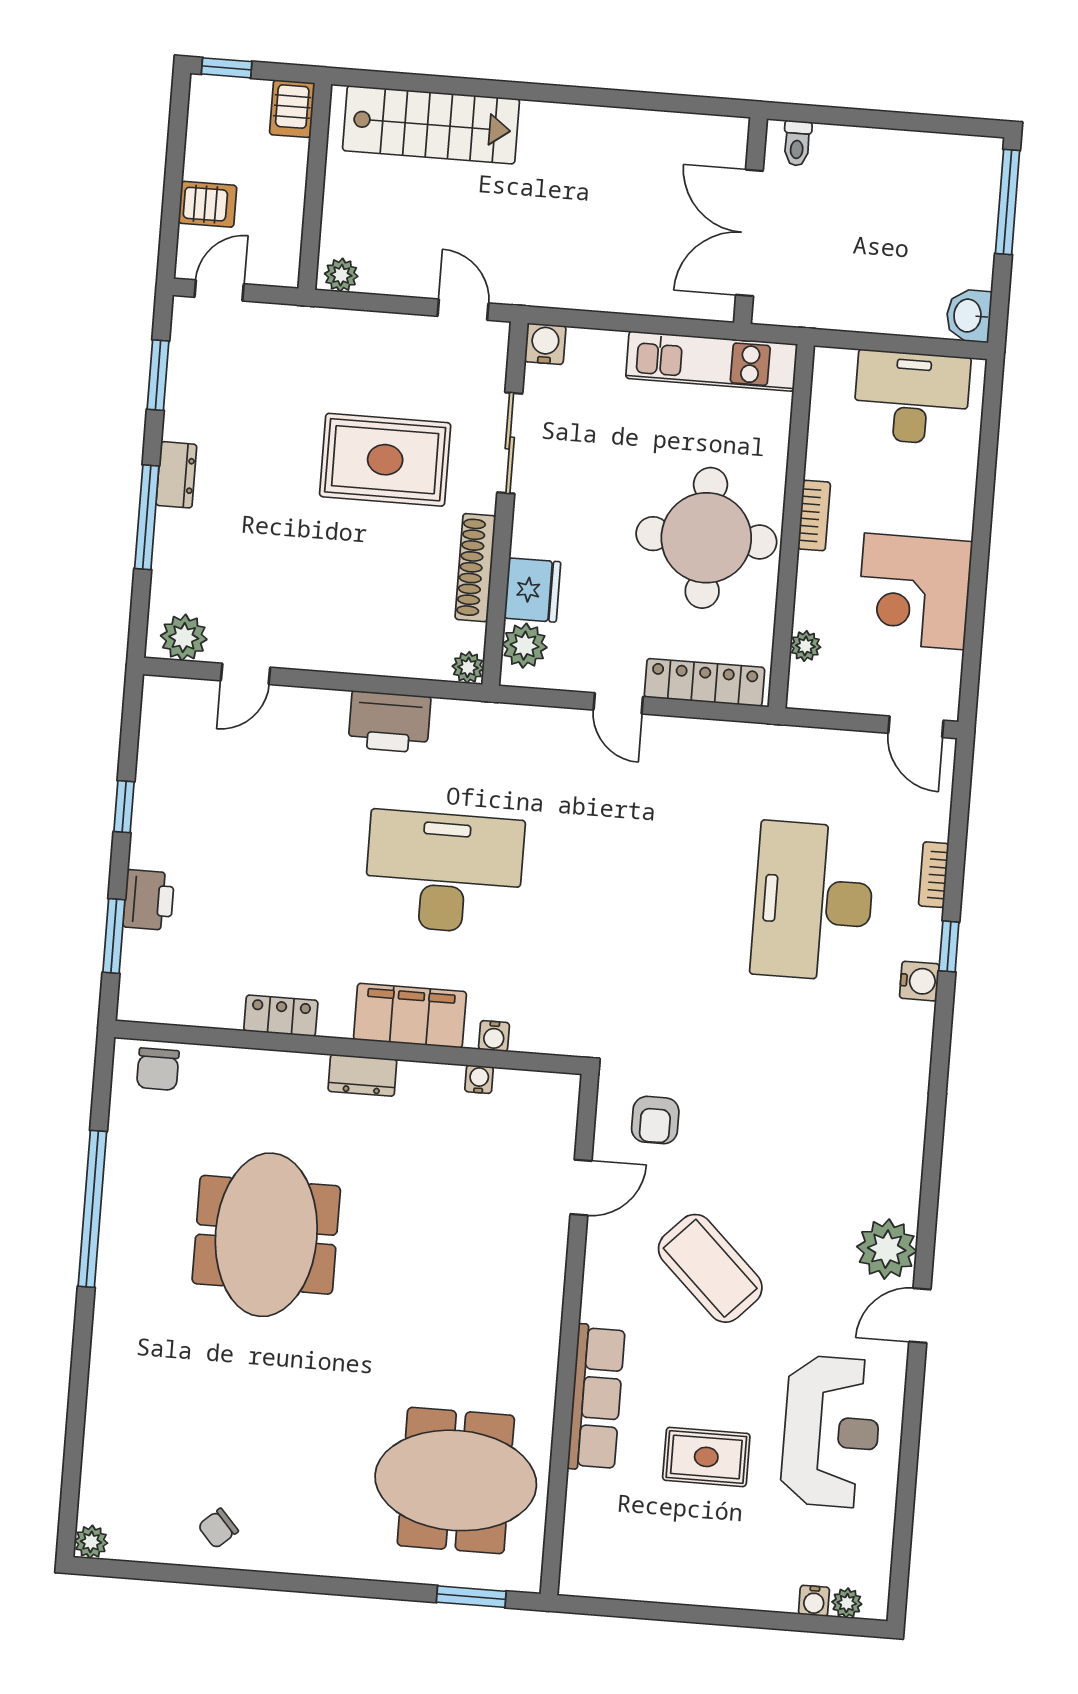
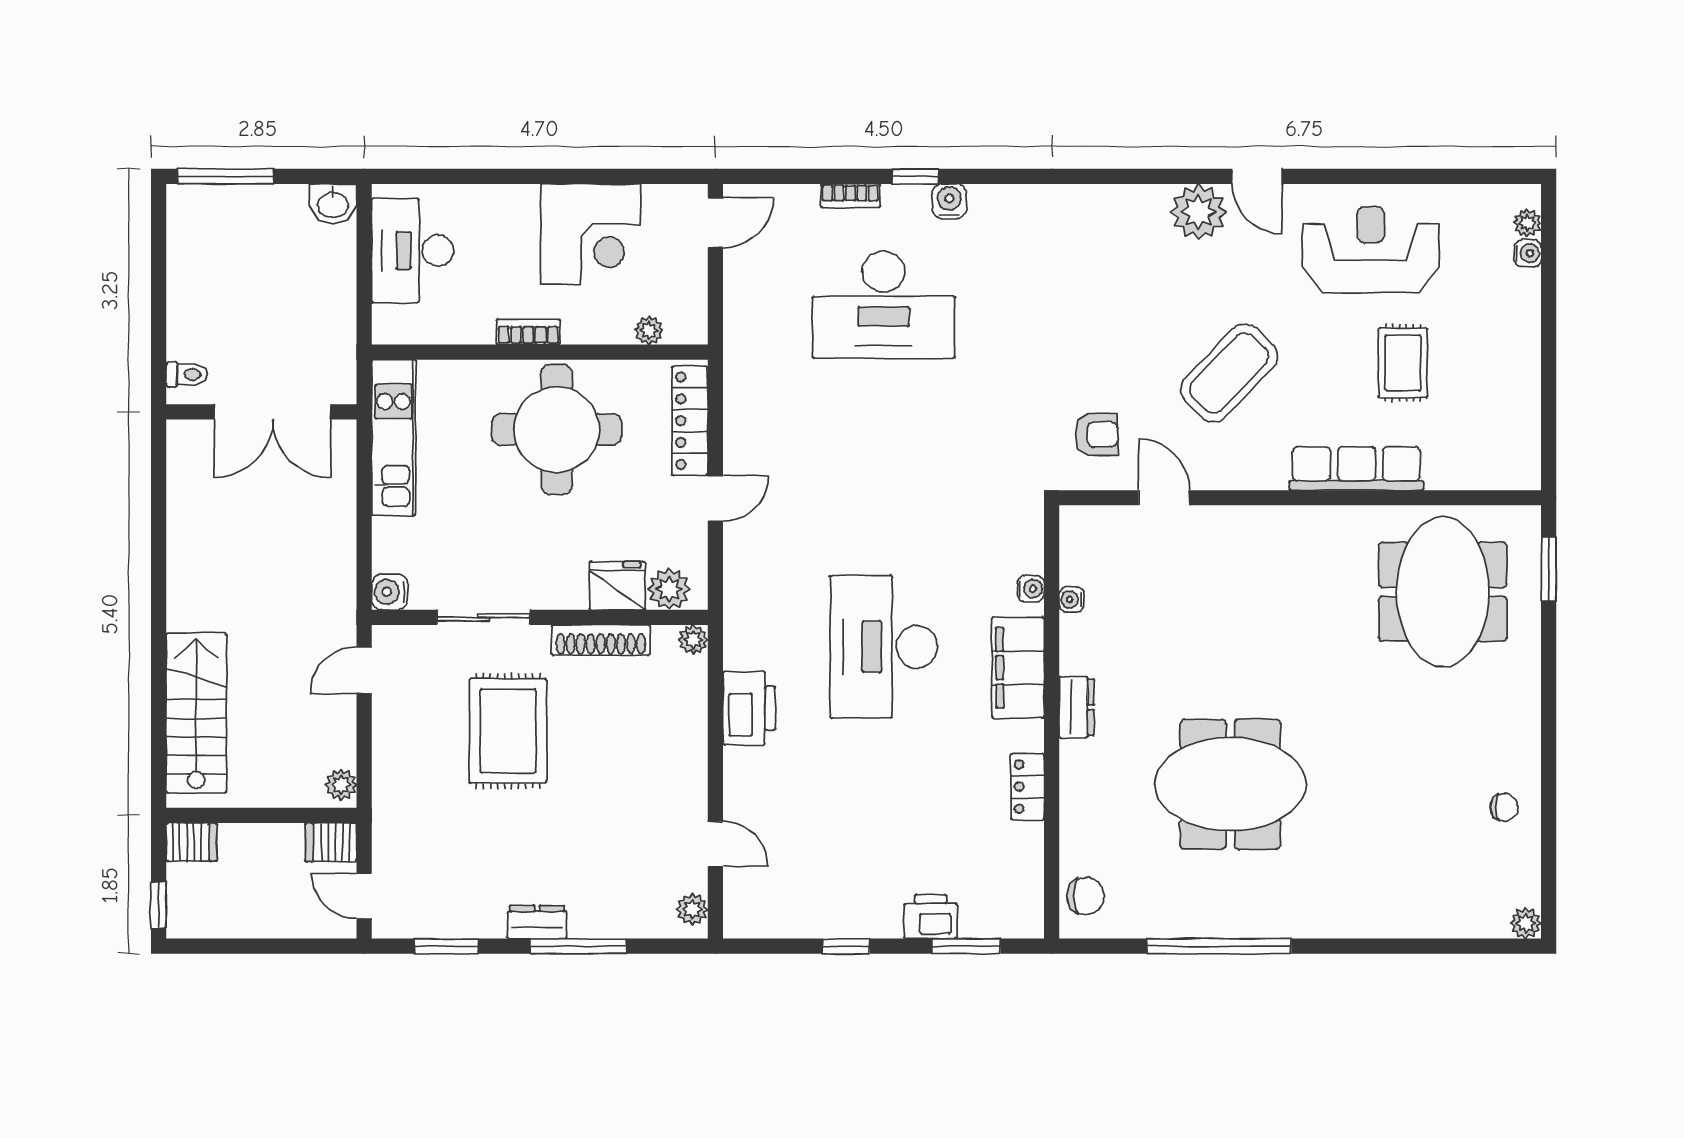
server rack: (208, 204) -> (331, 842), moved, turned -90
plant: (184, 638) -> (692, 909), width x0.73, depth x0.73
chair: (218, 1528) -> (1504, 807), turned -48

